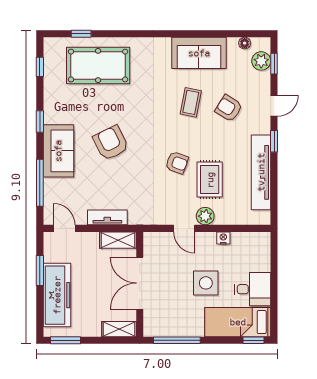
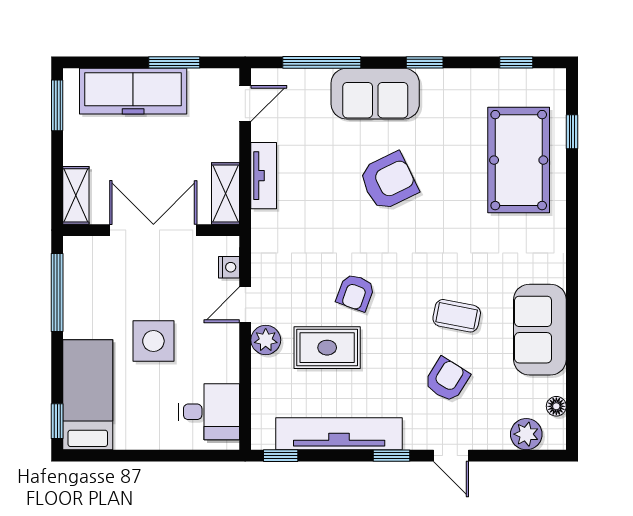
window: (274, 64) -> (281, 456), moved
nightstand: (223, 238) -> (229, 267), moved
desk: (253, 289) -> (209, 412), moved, turned -90

